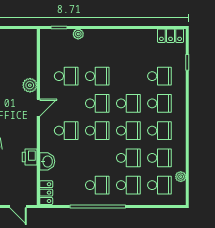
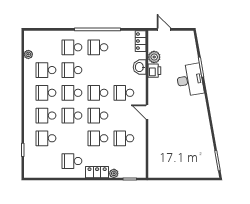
locker: (171, 36) -> (97, 172), moved
plant: (30, 85) -> (154, 57), moved
door: (38, 108) -> (147, 112), hinge flipped
school desk: (159, 185) -> (72, 161), moved

